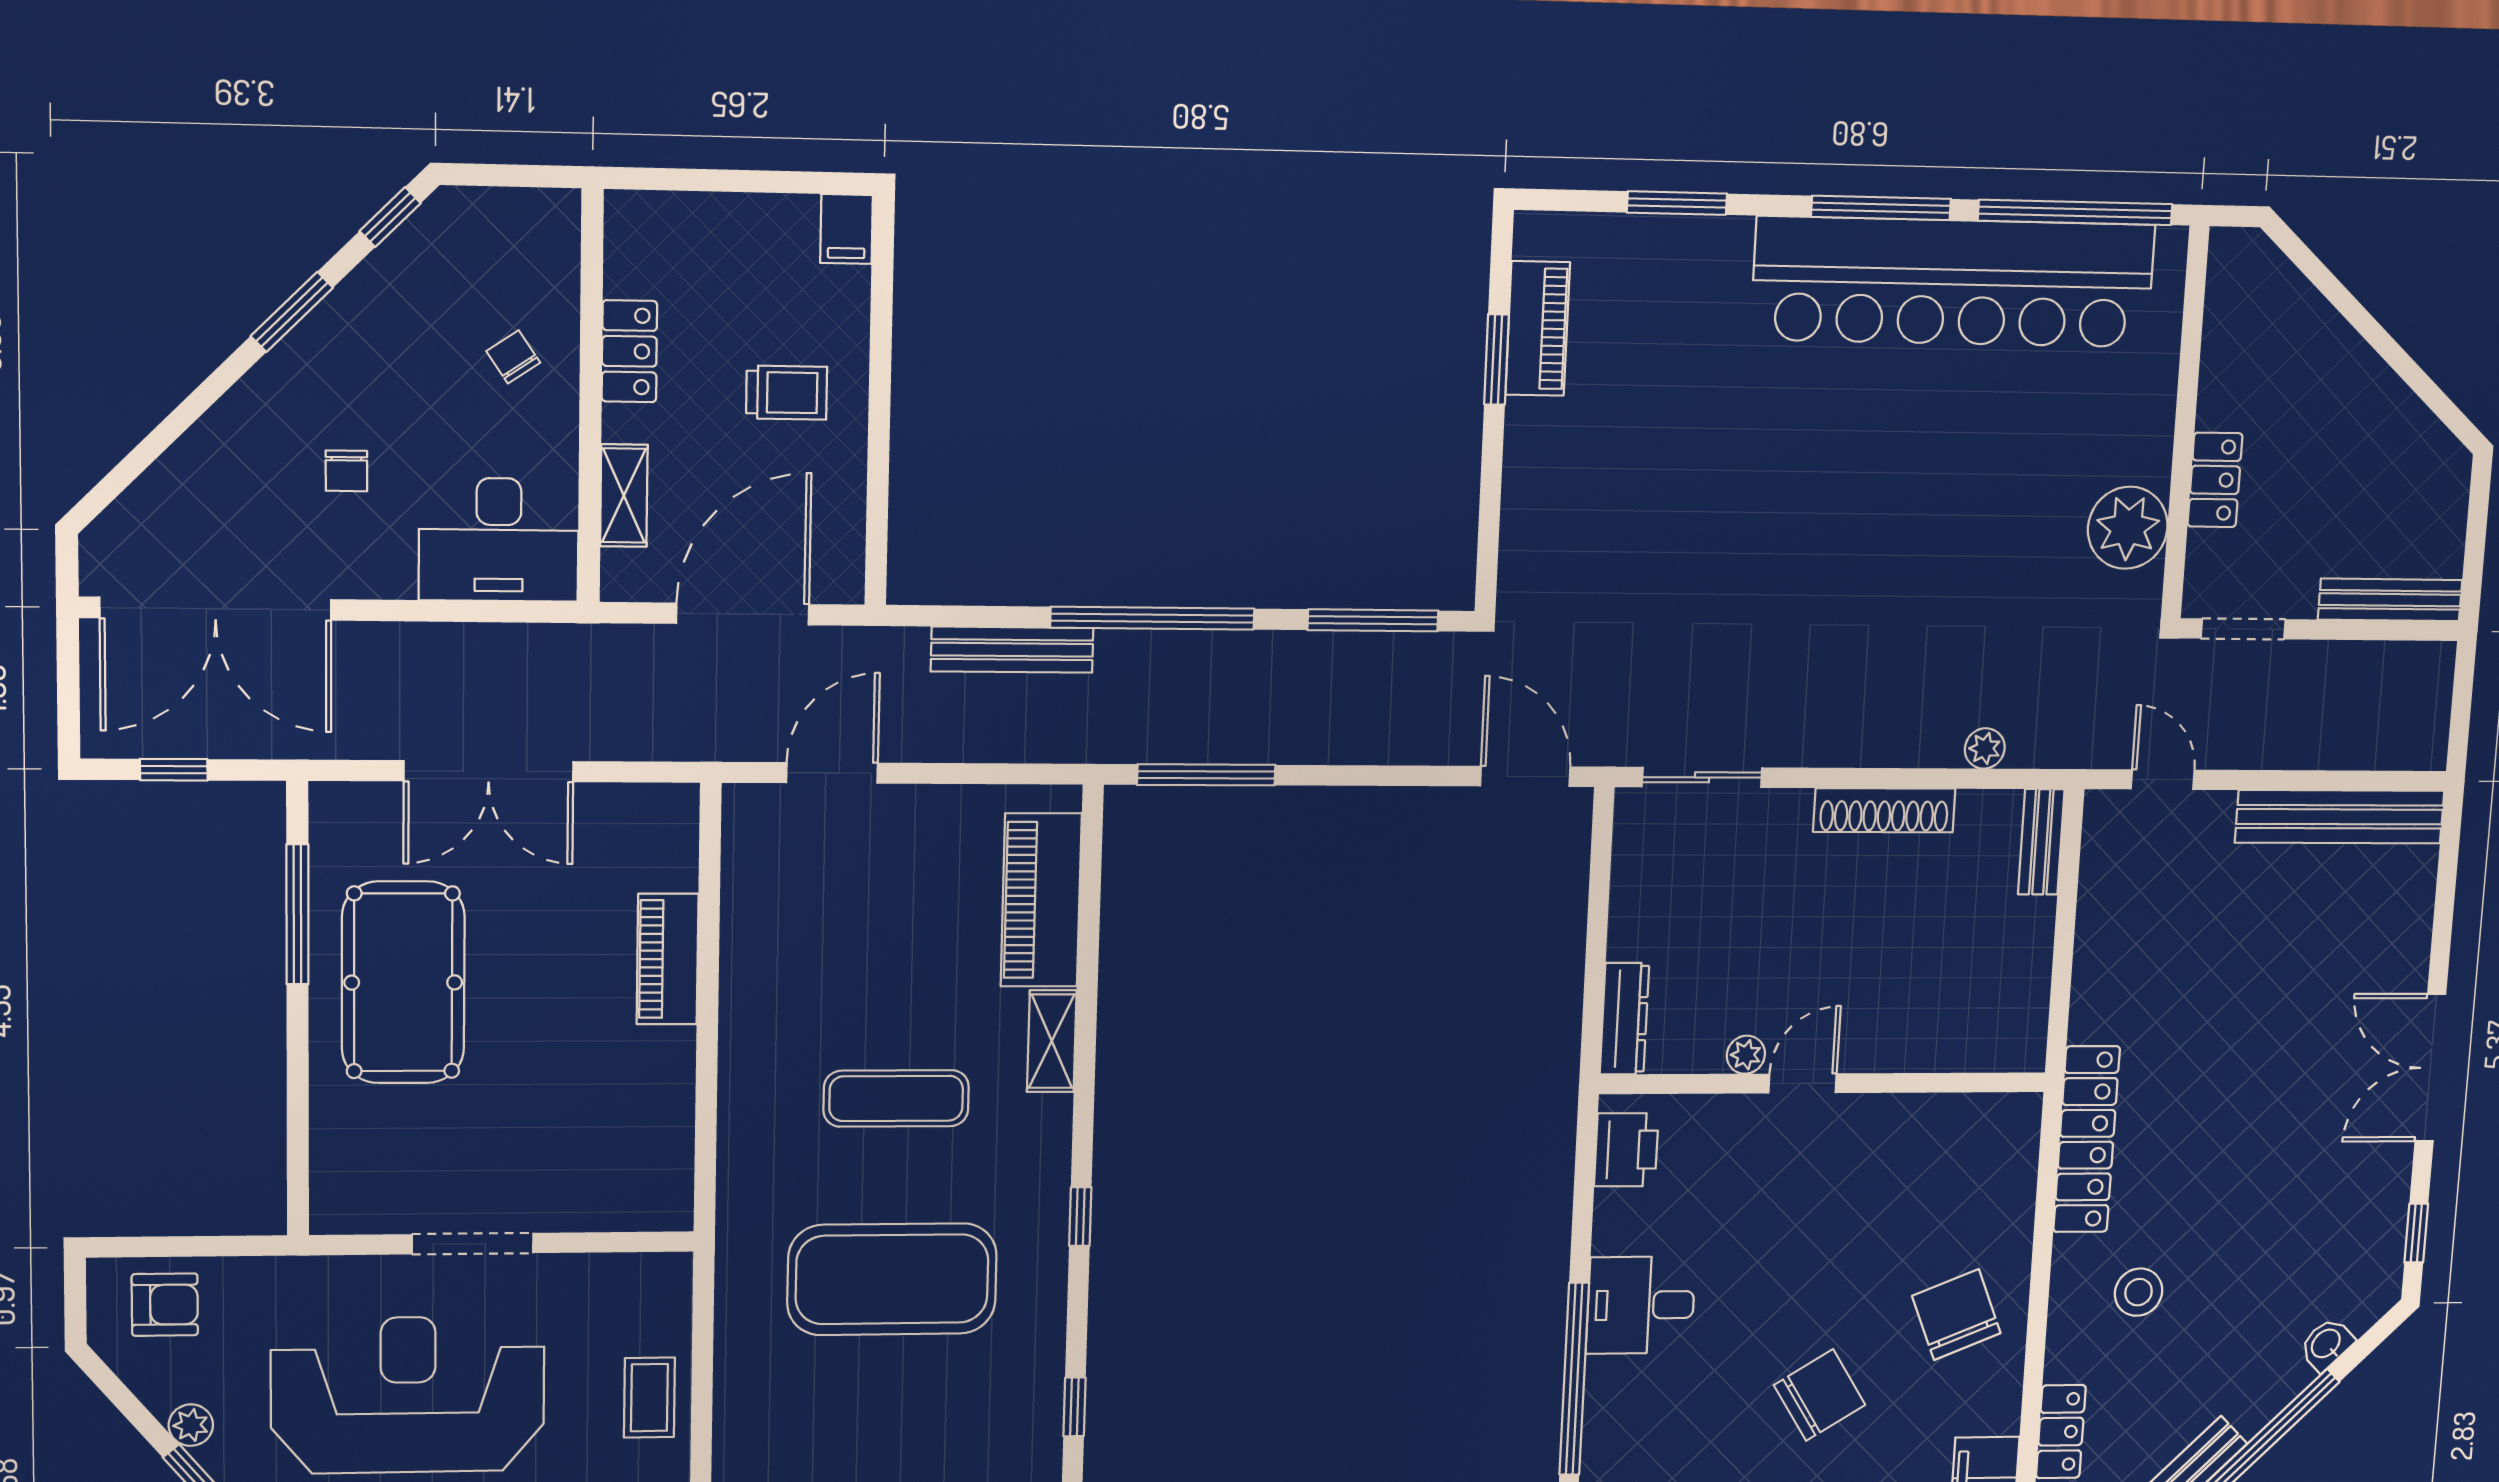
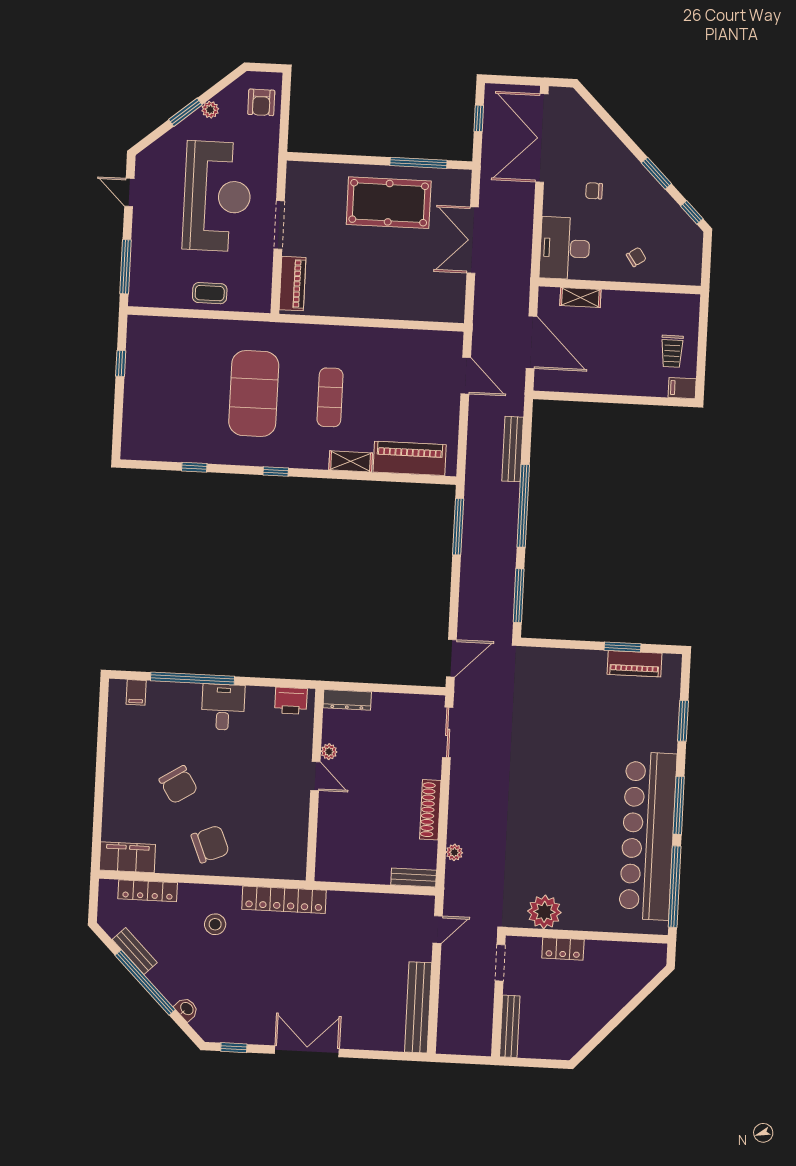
locker: (629, 351) -> (637, 302), removed
trolley: (787, 393) -> (672, 351), moved
piano: (668, 959) -> (292, 284), moved, turned 90

